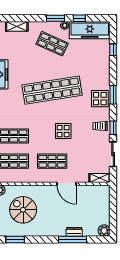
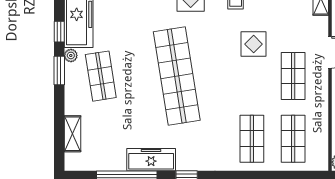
shop shelf: (52, 44) -> (101, 76), turned -33
display table: (63, 131) -> (254, 44), moved

